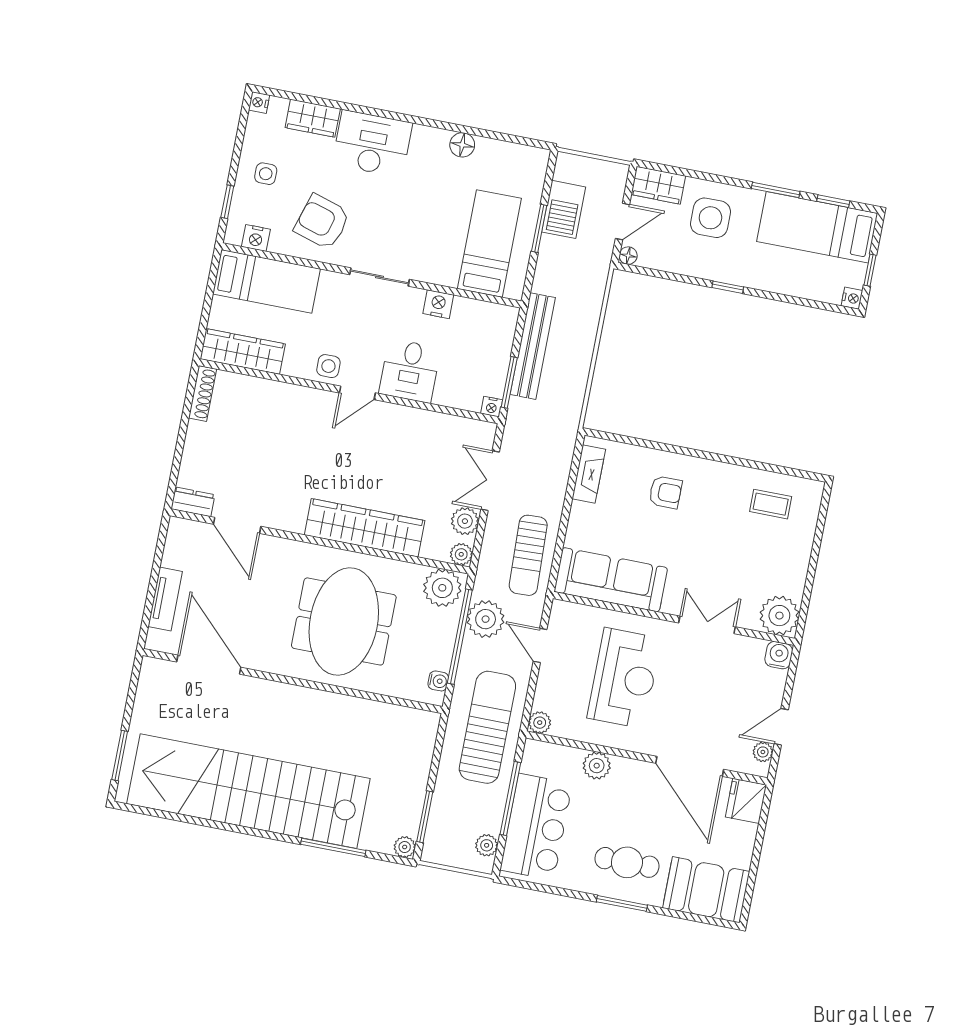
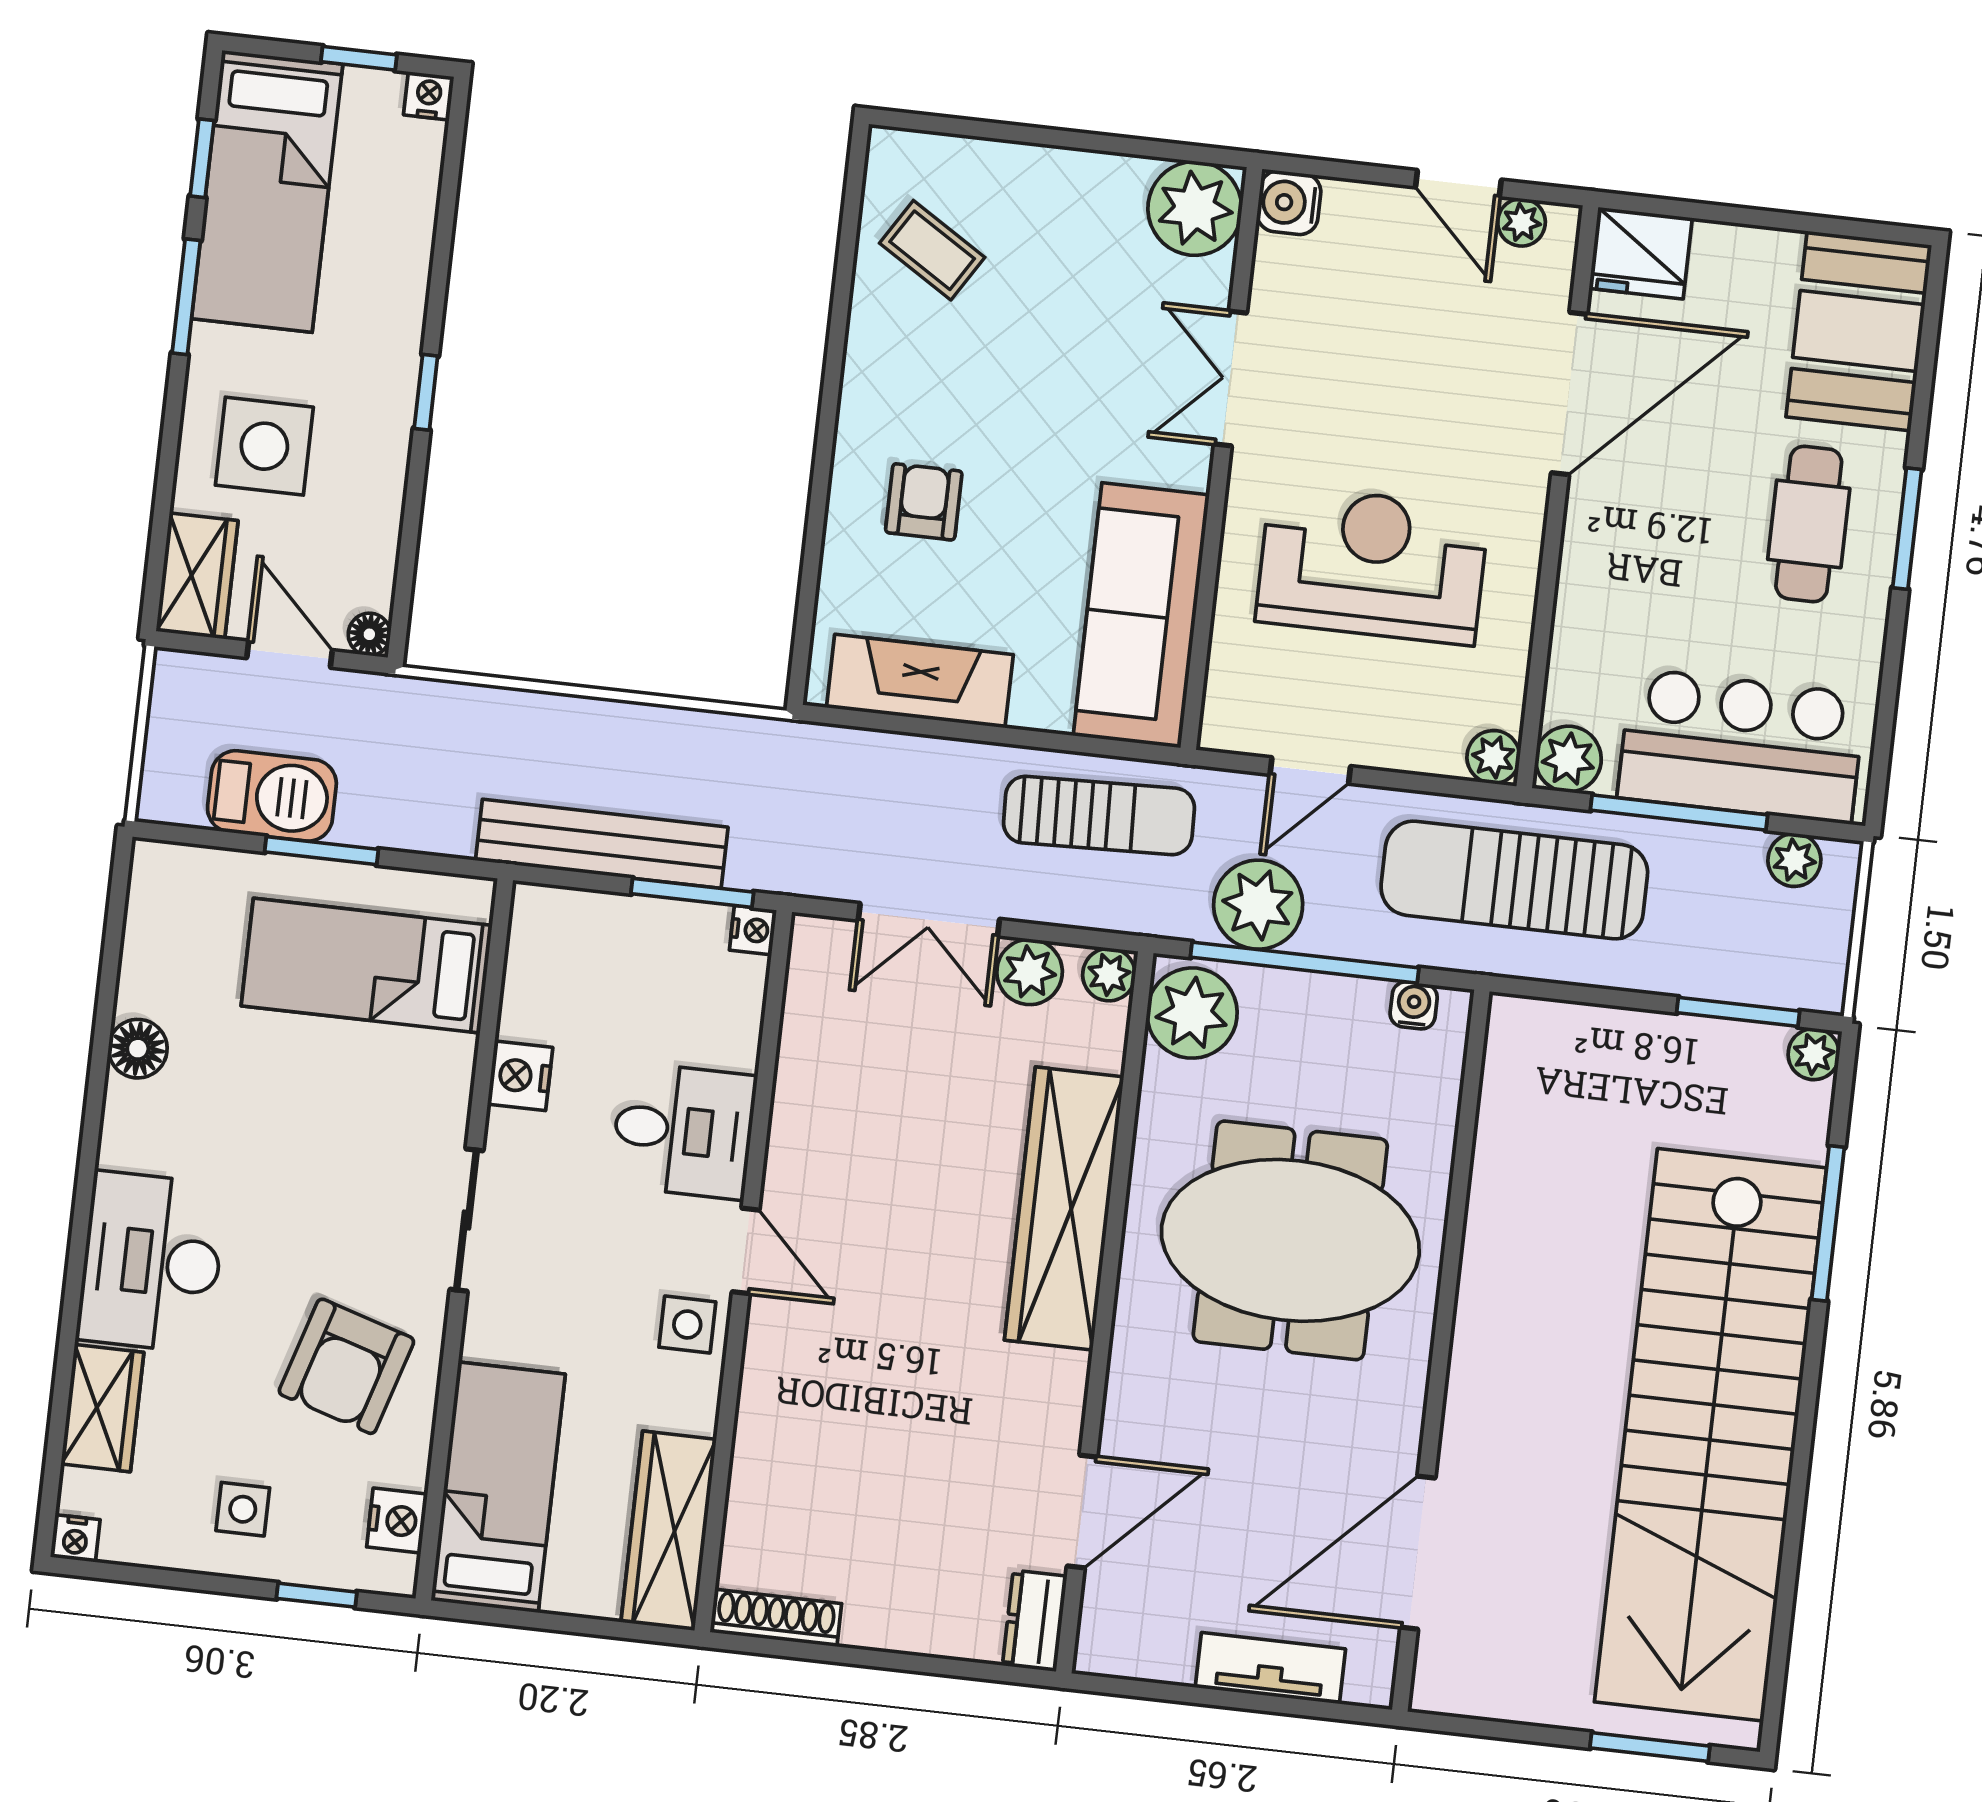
fireplace: (589, 474) -> (920, 681), width x1.37, depth x1.32
coffee table: (771, 504) -> (932, 250), turned -58
plant: (597, 766) -> (1568, 759), moved

